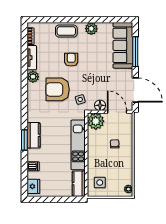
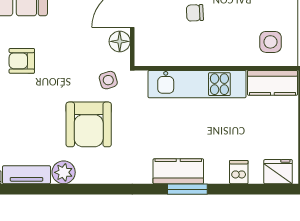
armchair: (71, 60) -> (22, 61), moved
plant: (96, 121) -> (151, 50), removed

